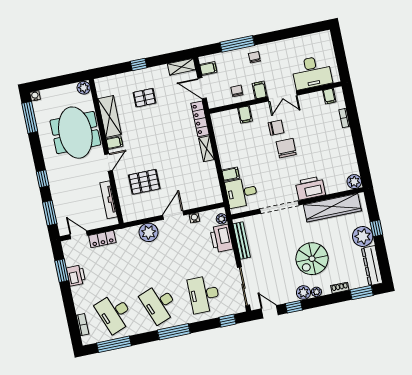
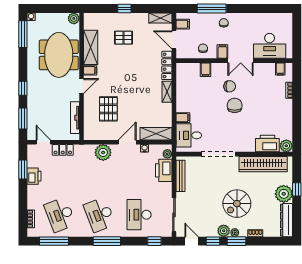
pallet: (144, 182) -> (108, 109), turned 90
printer: (310, 188) -> (267, 144), moved
shelving: (204, 199) -> (156, 134), added
window: (362, 293) -> (237, 241), moved

